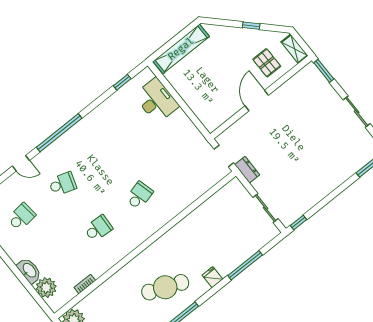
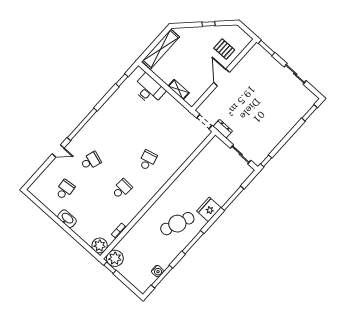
shelving: (294, 49) -> (179, 90), moved
washbasin: (29, 271) -> (67, 219), moved
fridge: (212, 277) -> (209, 209), width x1.88, depth x1.34
plant: (46, 288) -> (100, 245), moved

